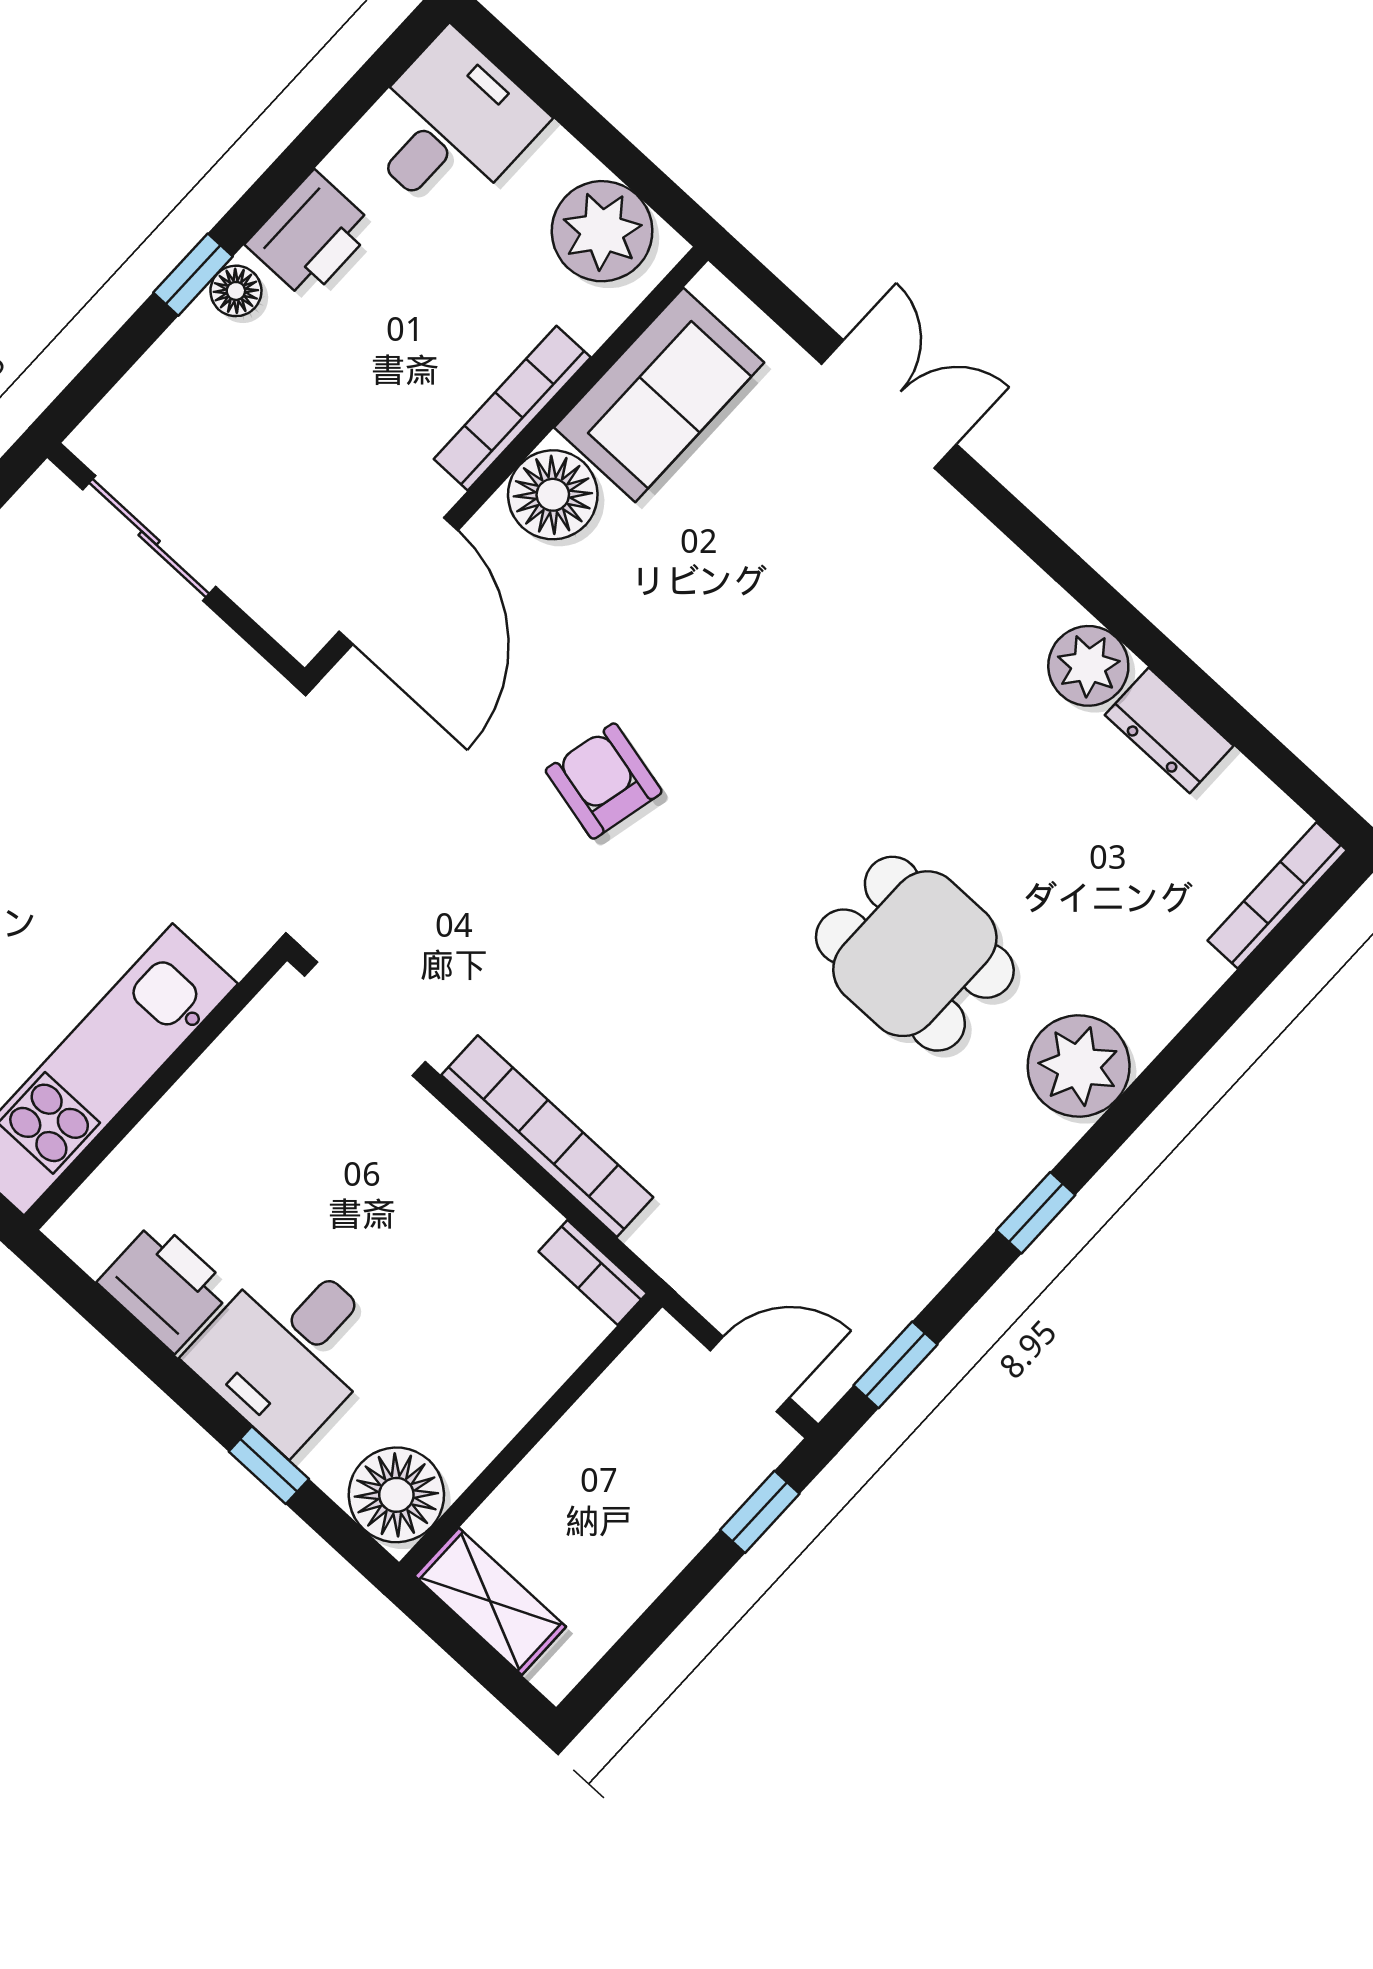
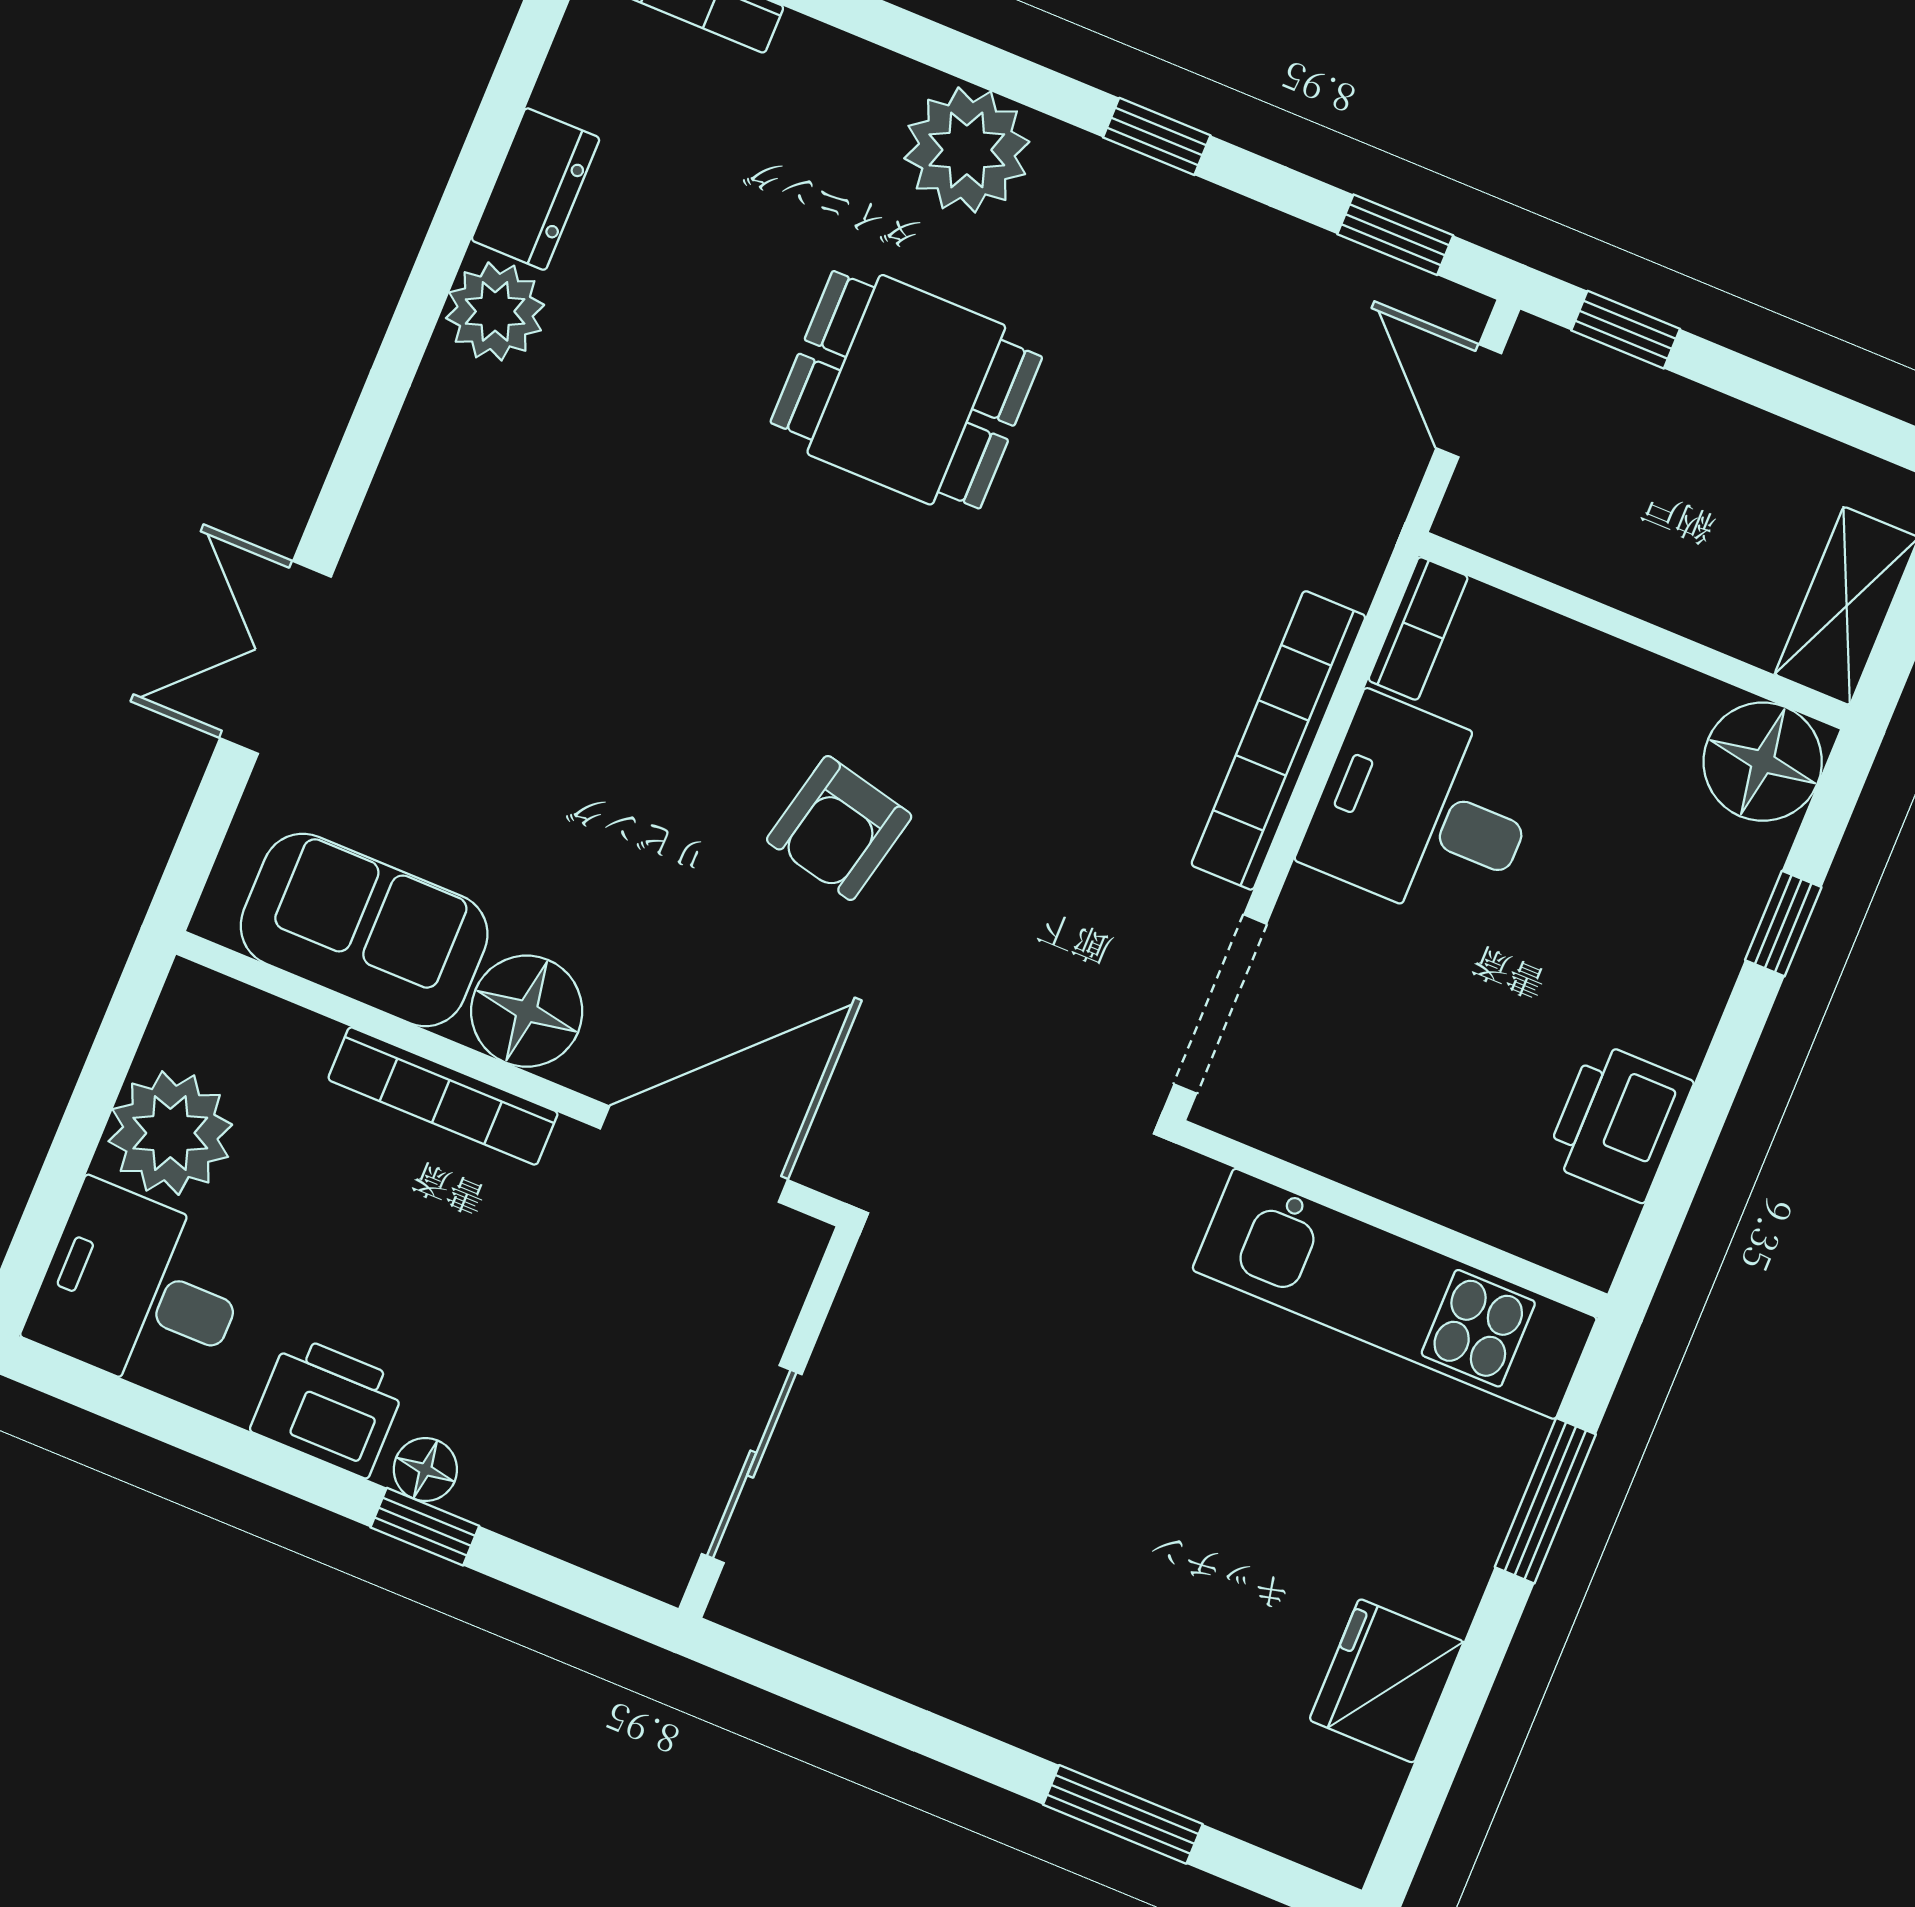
plant: (602, 231) -> (170, 1133), moved
dining table: (915, 954) -> (906, 390), turned 90
desk: (289, 1350) -> (1423, 812), moved, turned 180

